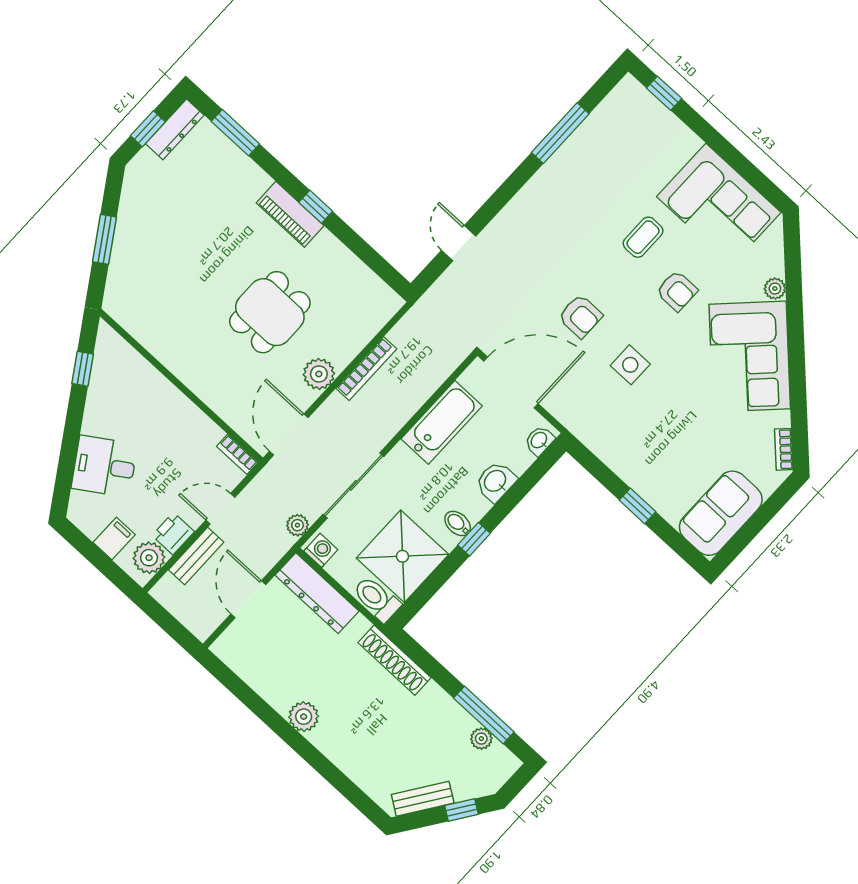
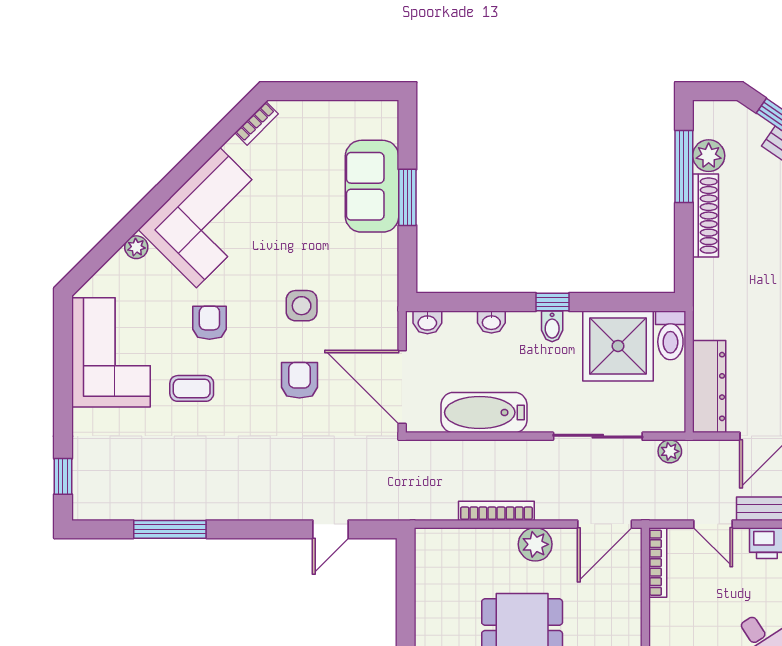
bookcase: (237, 454) -> (658, 563), width x1.56
washbasin: (496, 481) -> (491, 322), width x0.72, depth x0.69
window: (638, 506) -> (407, 197), width x1.50
sofa: (721, 513) -> (372, 186), moved, turned 90
washing machine: (321, 550) -> (673, 415), removed
shoe rack: (394, 660) -> (706, 216), moved
plant: (481, 739) -> (709, 156), width x1.38, depth x1.38

